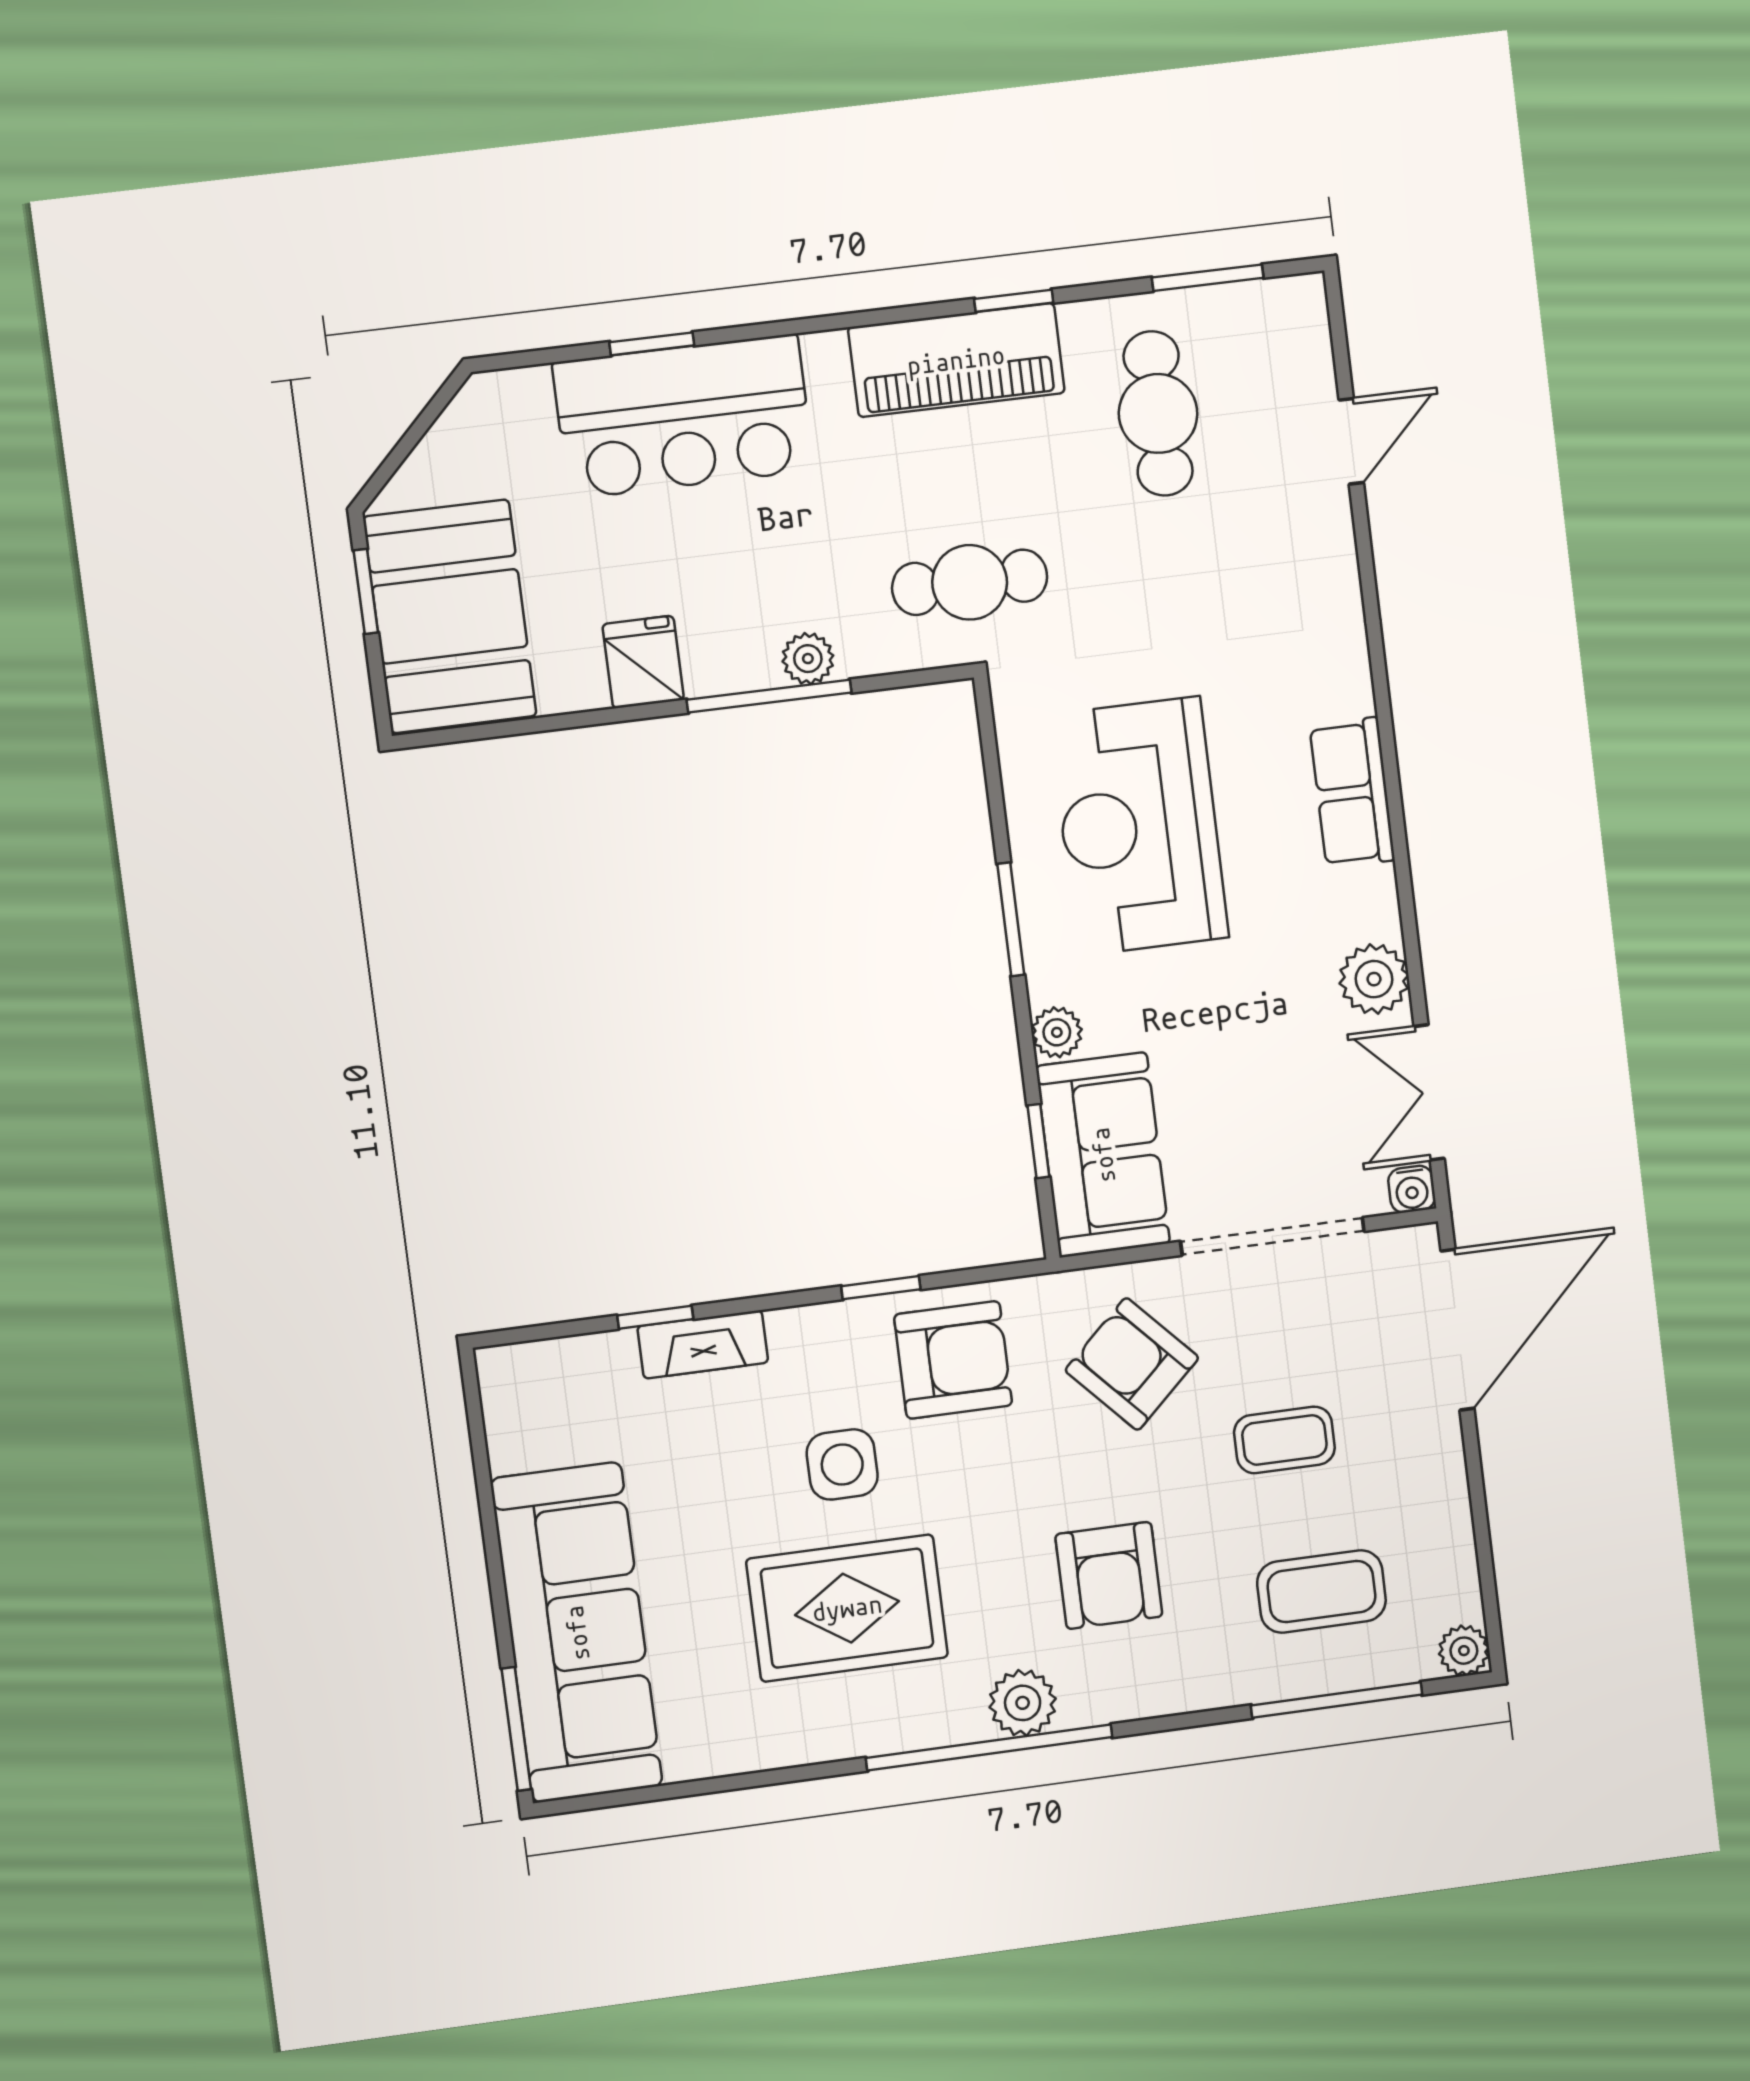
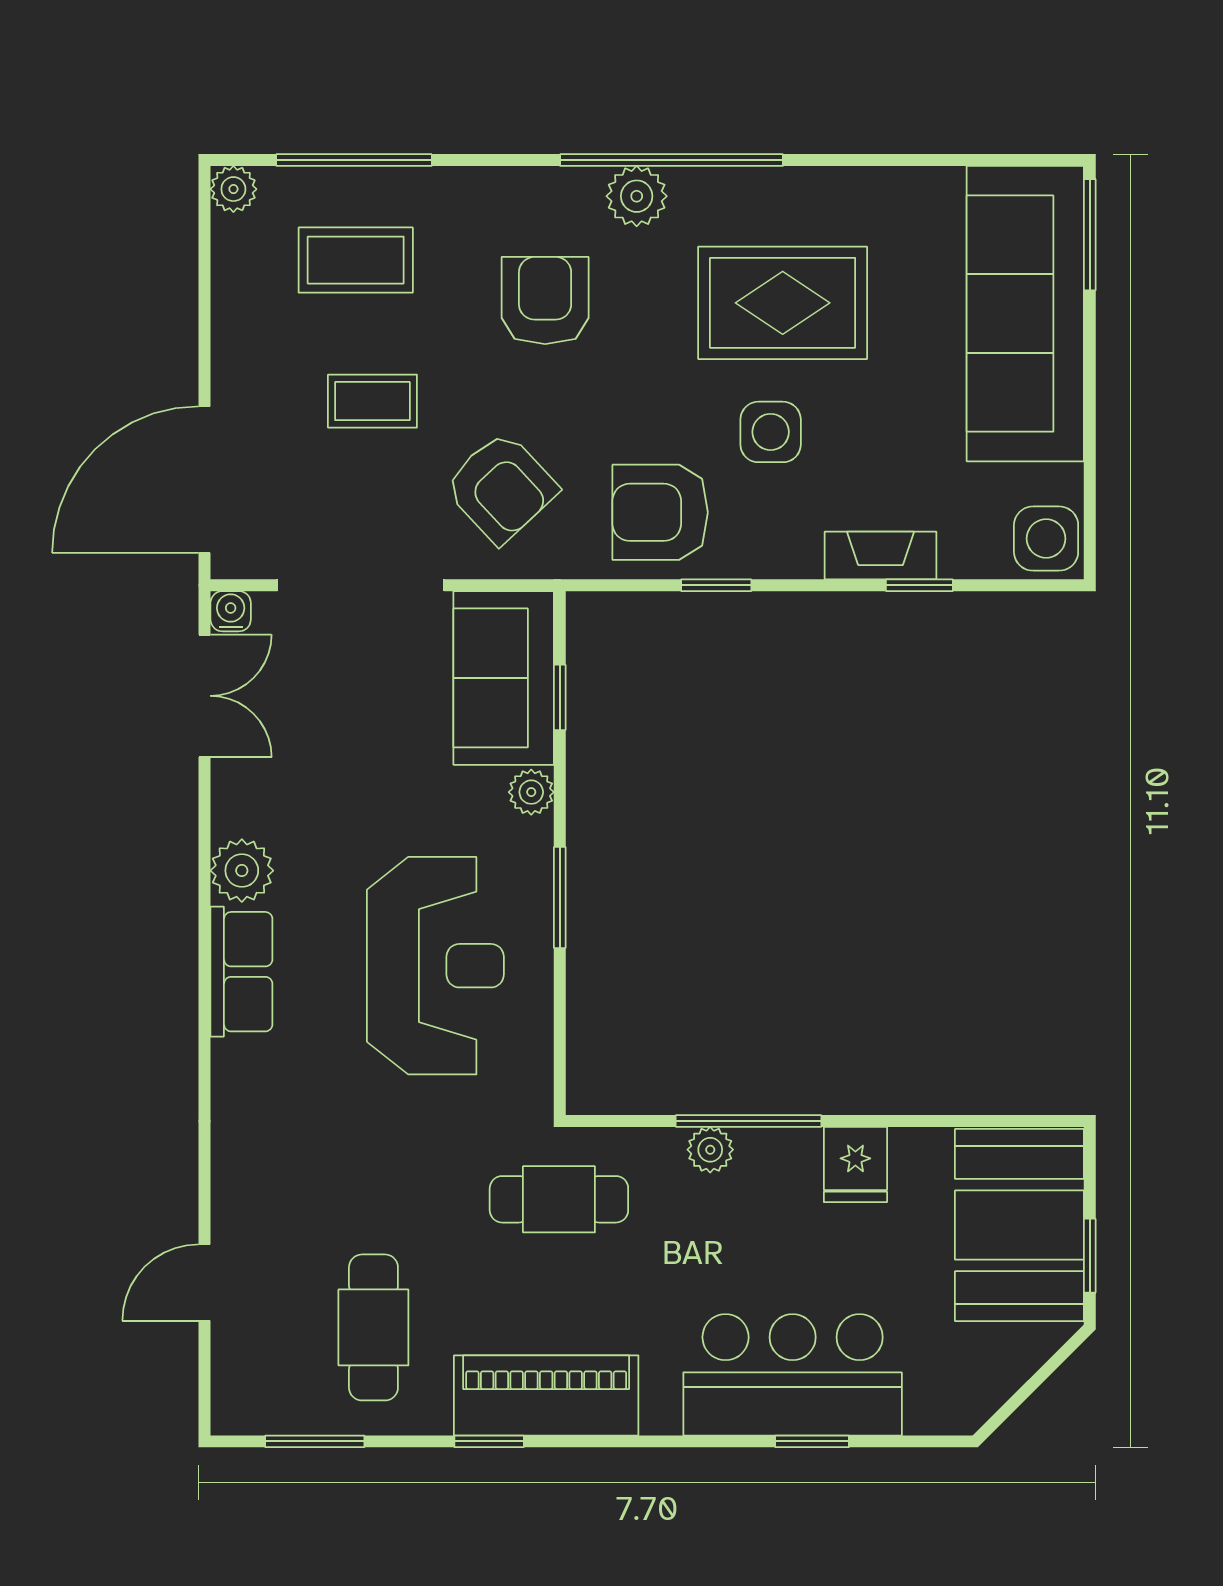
plant: (1374, 979) -> (242, 871), moved
side table: (521, 1387) -> (1046, 539), added

